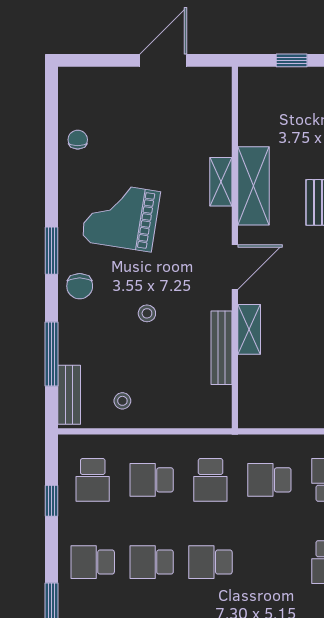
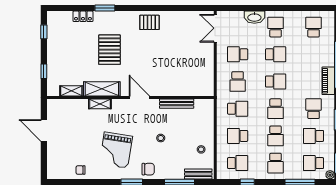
shelving: (249, 329) -> (71, 91), moved
school desk: (152, 480) -> (238, 136), turned 90
school desk: (269, 562) -> (276, 82), added

